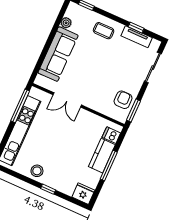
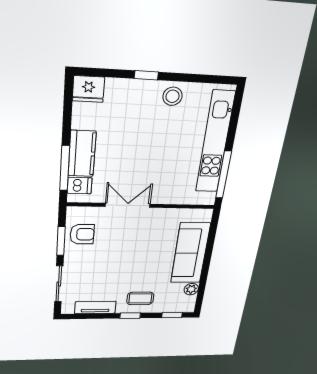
window: (136, 28) -> (130, 316), moved
double door: (67, 100) -> (128, 205), moved
armchair: (123, 100) -> (82, 234), turned -90
window: (134, 110) -> (61, 241), moved
window: (109, 166) -> (65, 168), moved

